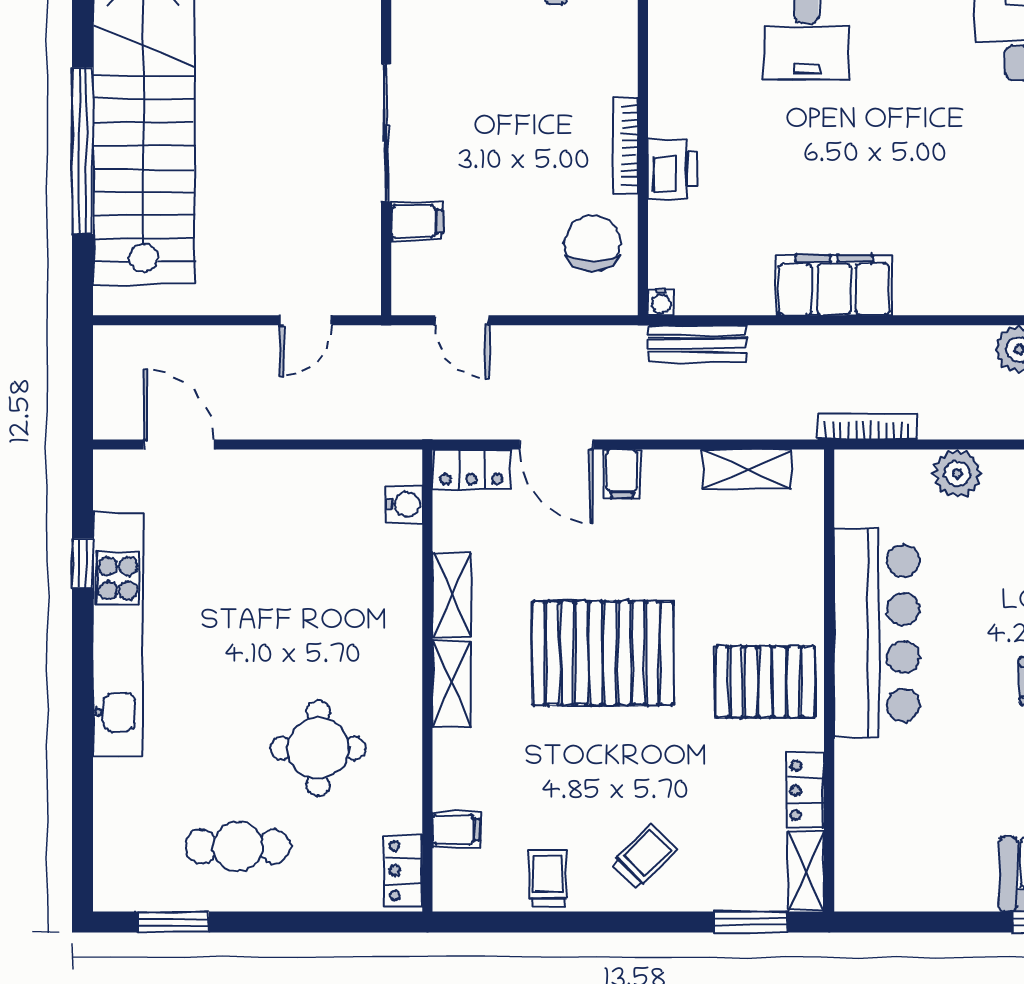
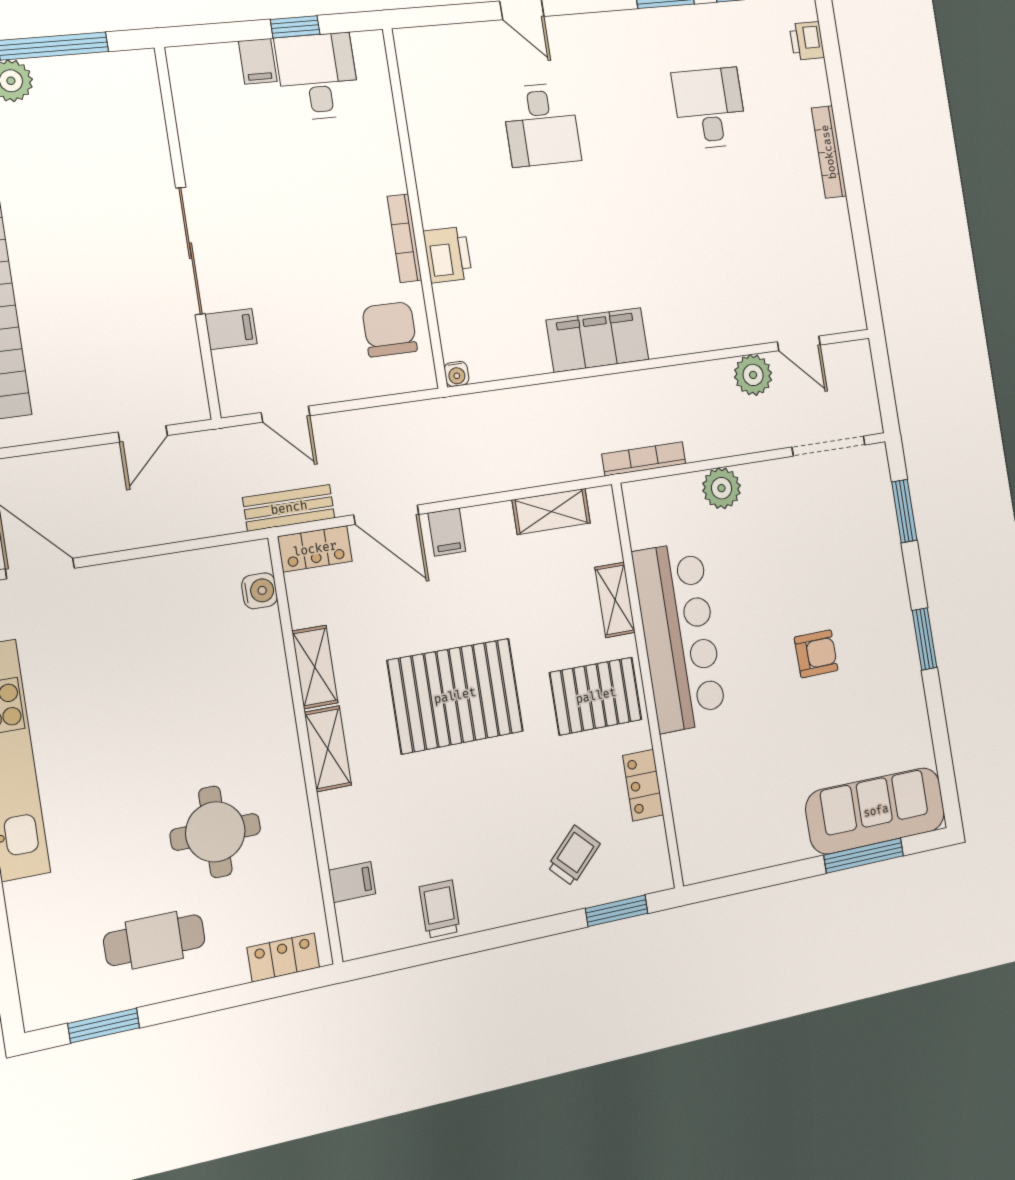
bench: (697, 344) -> (289, 508), moved
trolley: (644, 856) -> (574, 855), moved
locker: (404, 871) -> (283, 957), moved, turned 90
shelving: (806, 871) -> (615, 600), moved

